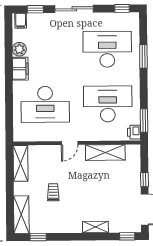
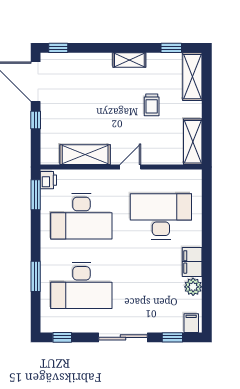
shelving: (95, 227) -> (129, 60), moved

